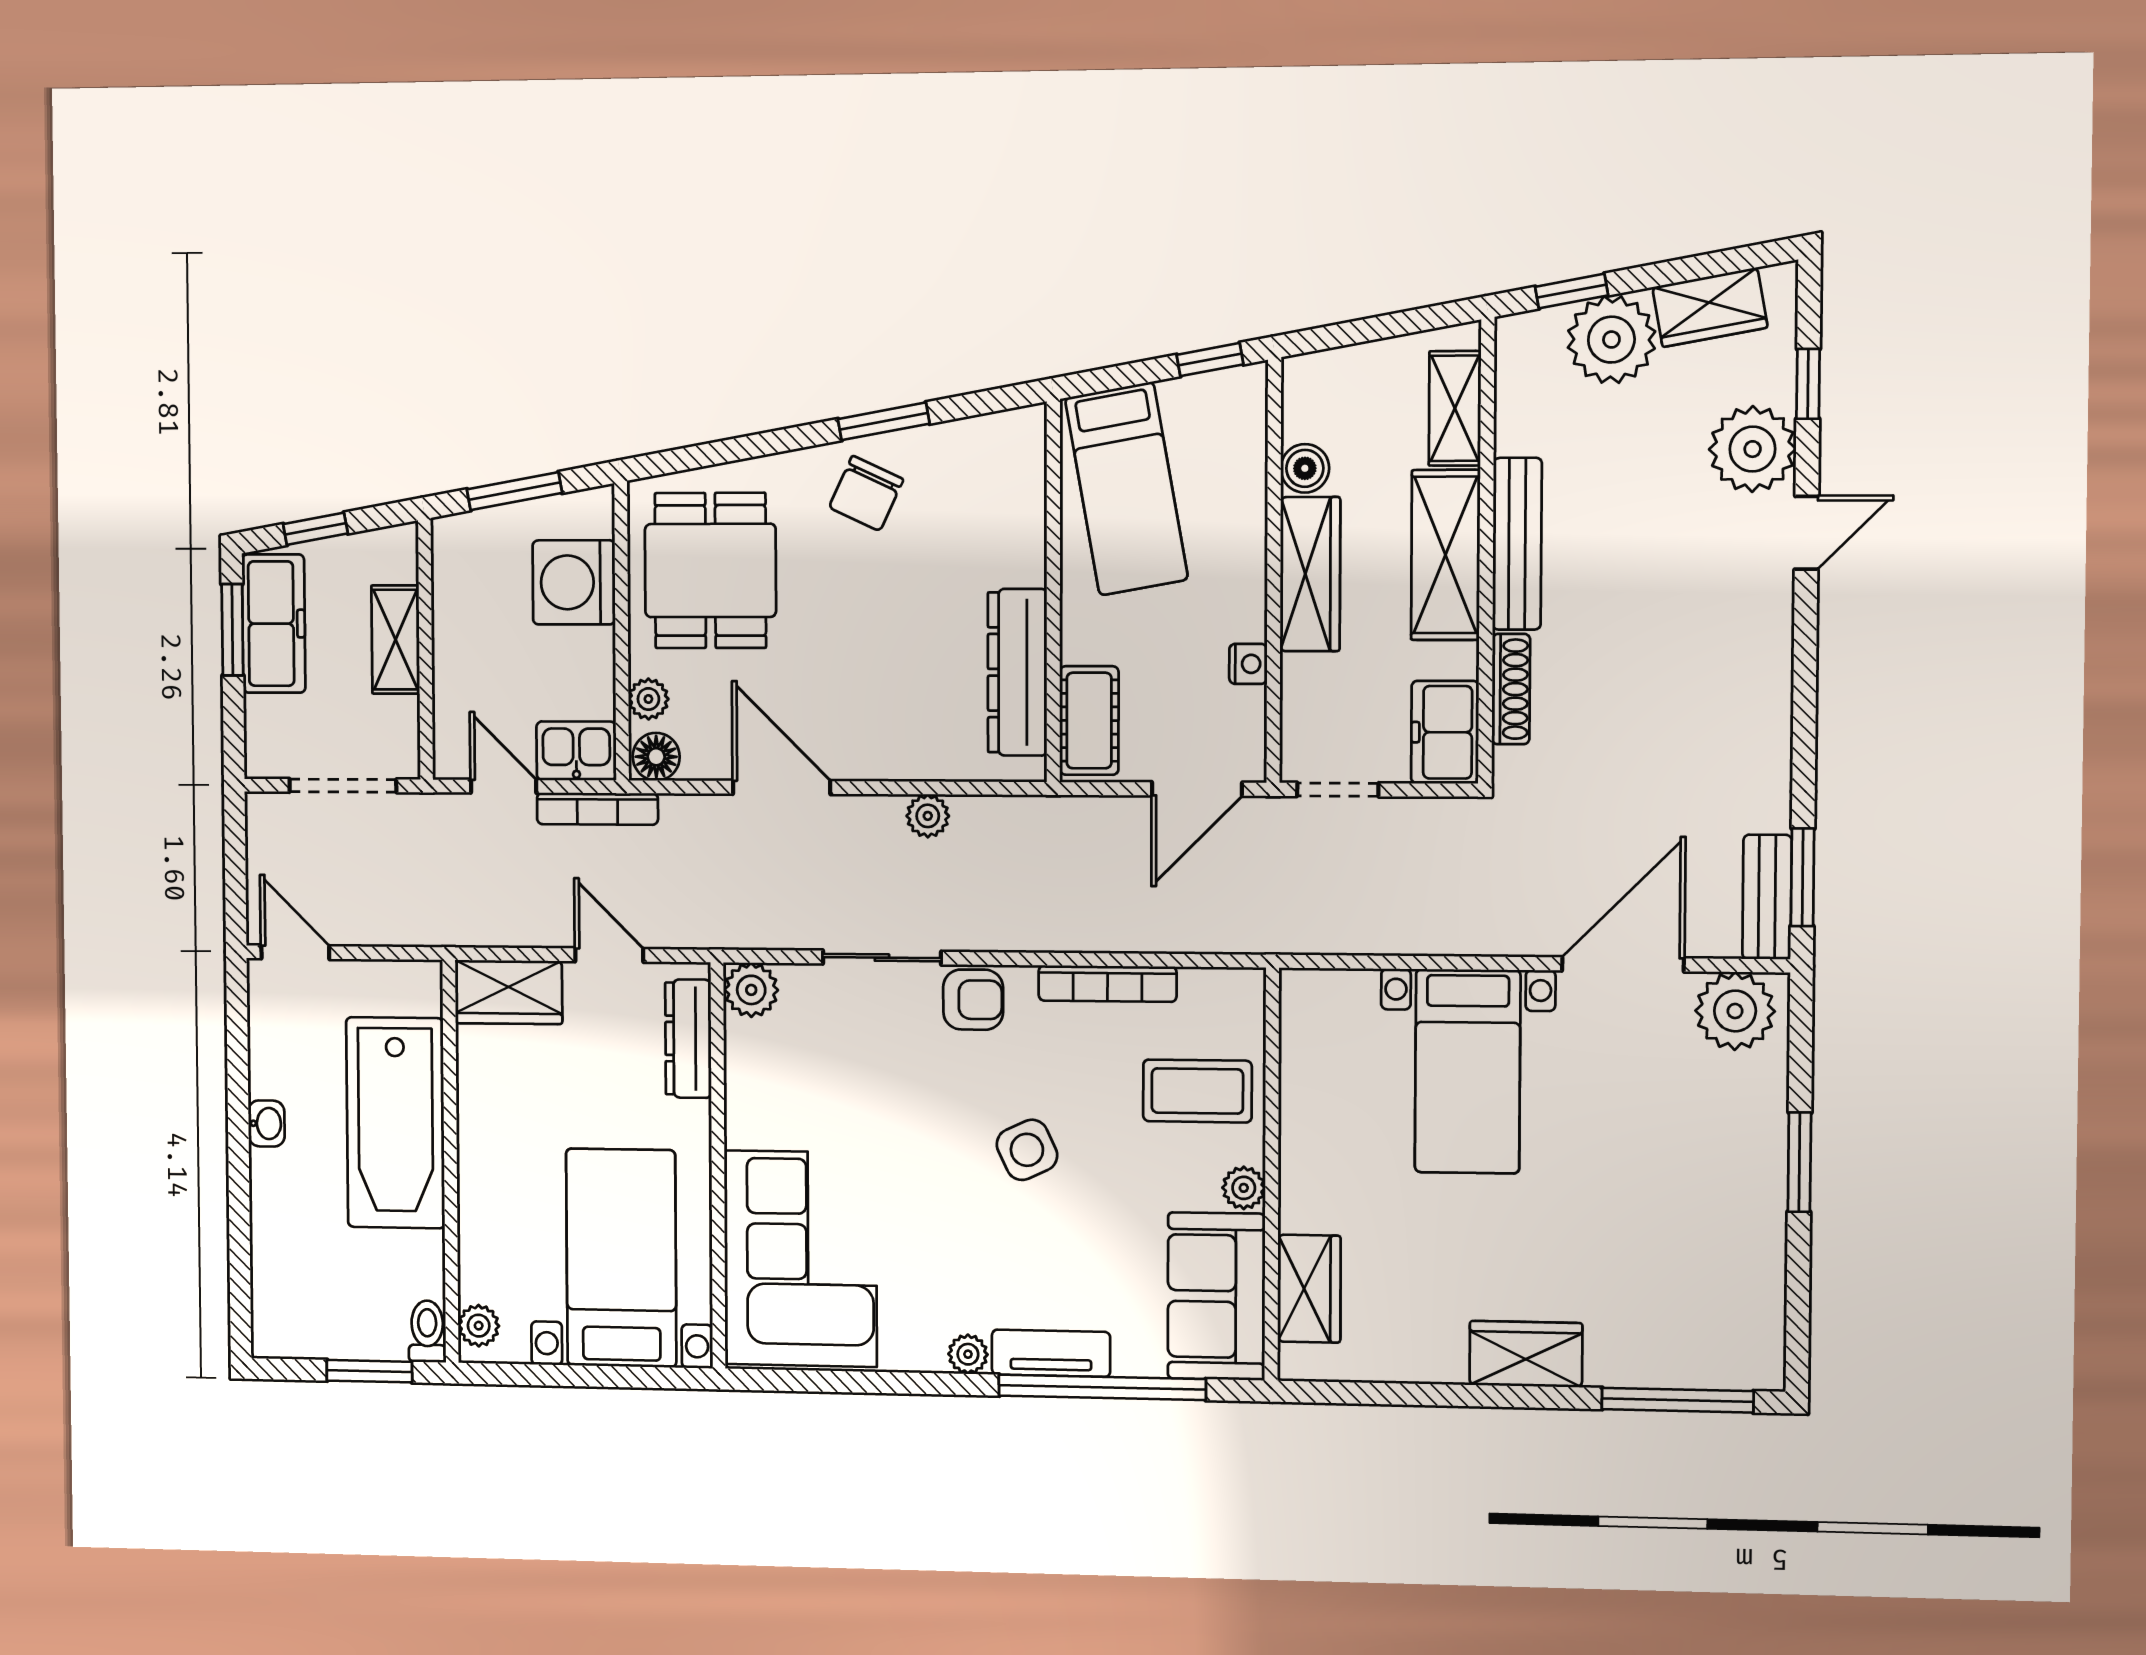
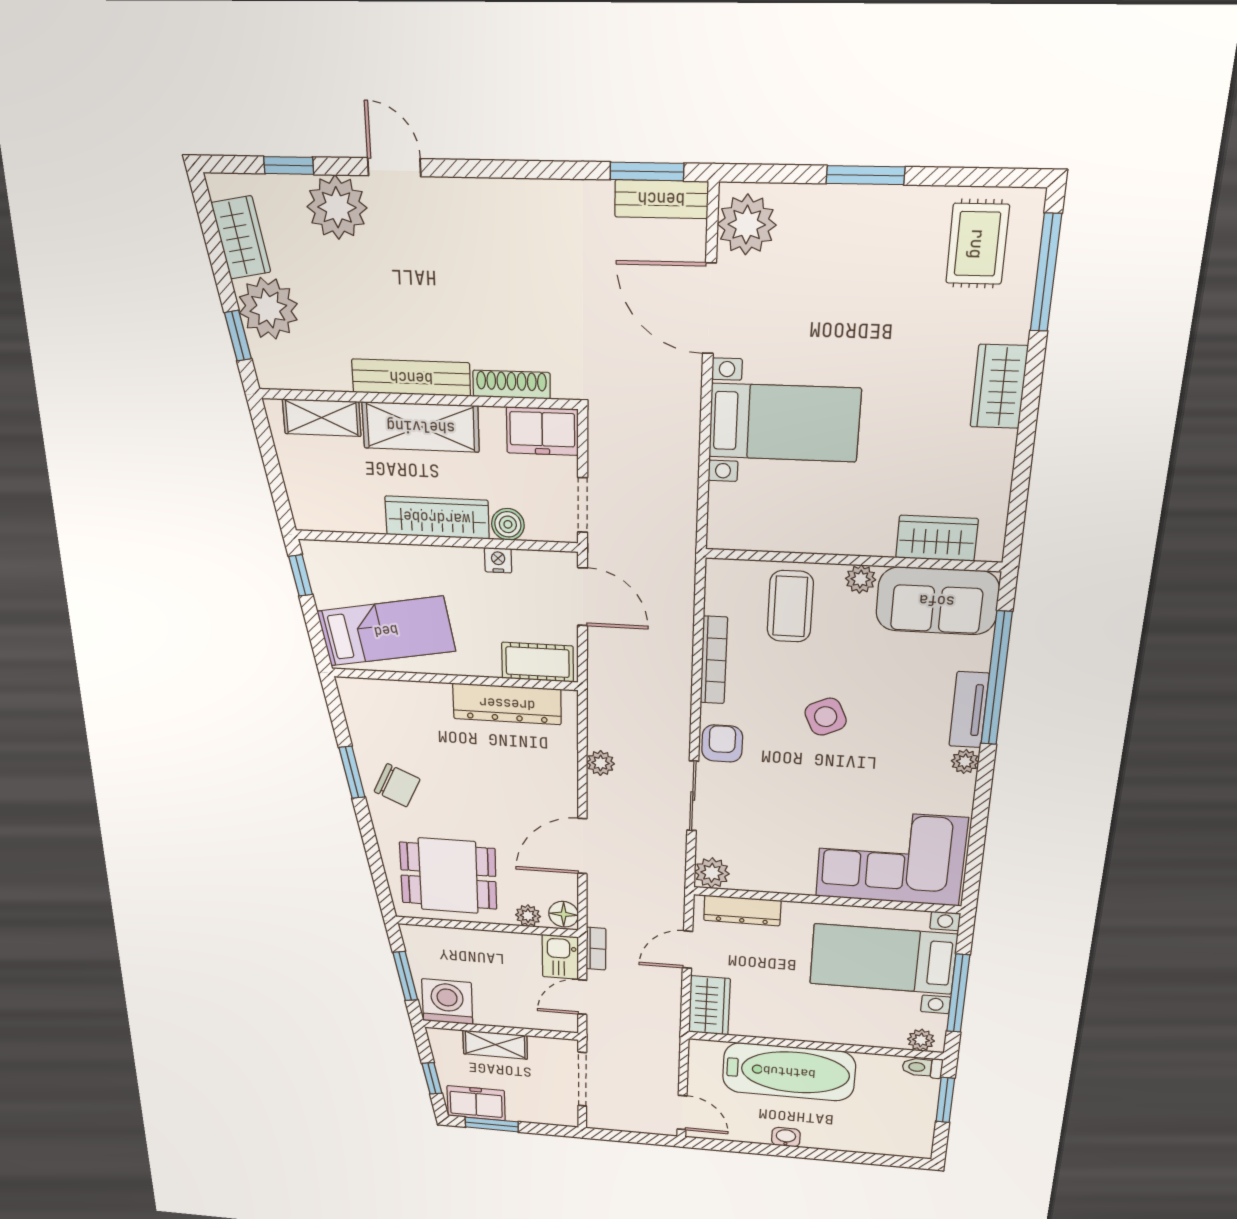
boiler: (1305, 468) -> (508, 524), moved
washing machine: (574, 582) -> (447, 1002), moved, turned 180
freezer: (274, 624) -> (476, 1103), width x0.71
bookcase: (597, 809) -> (596, 949), width x0.64
door: (295, 952) -> (682, 1113), swing flipped
rug: (1713, 1310) -> (977, 244), added
window: (570, 1376) -> (958, 993), added

